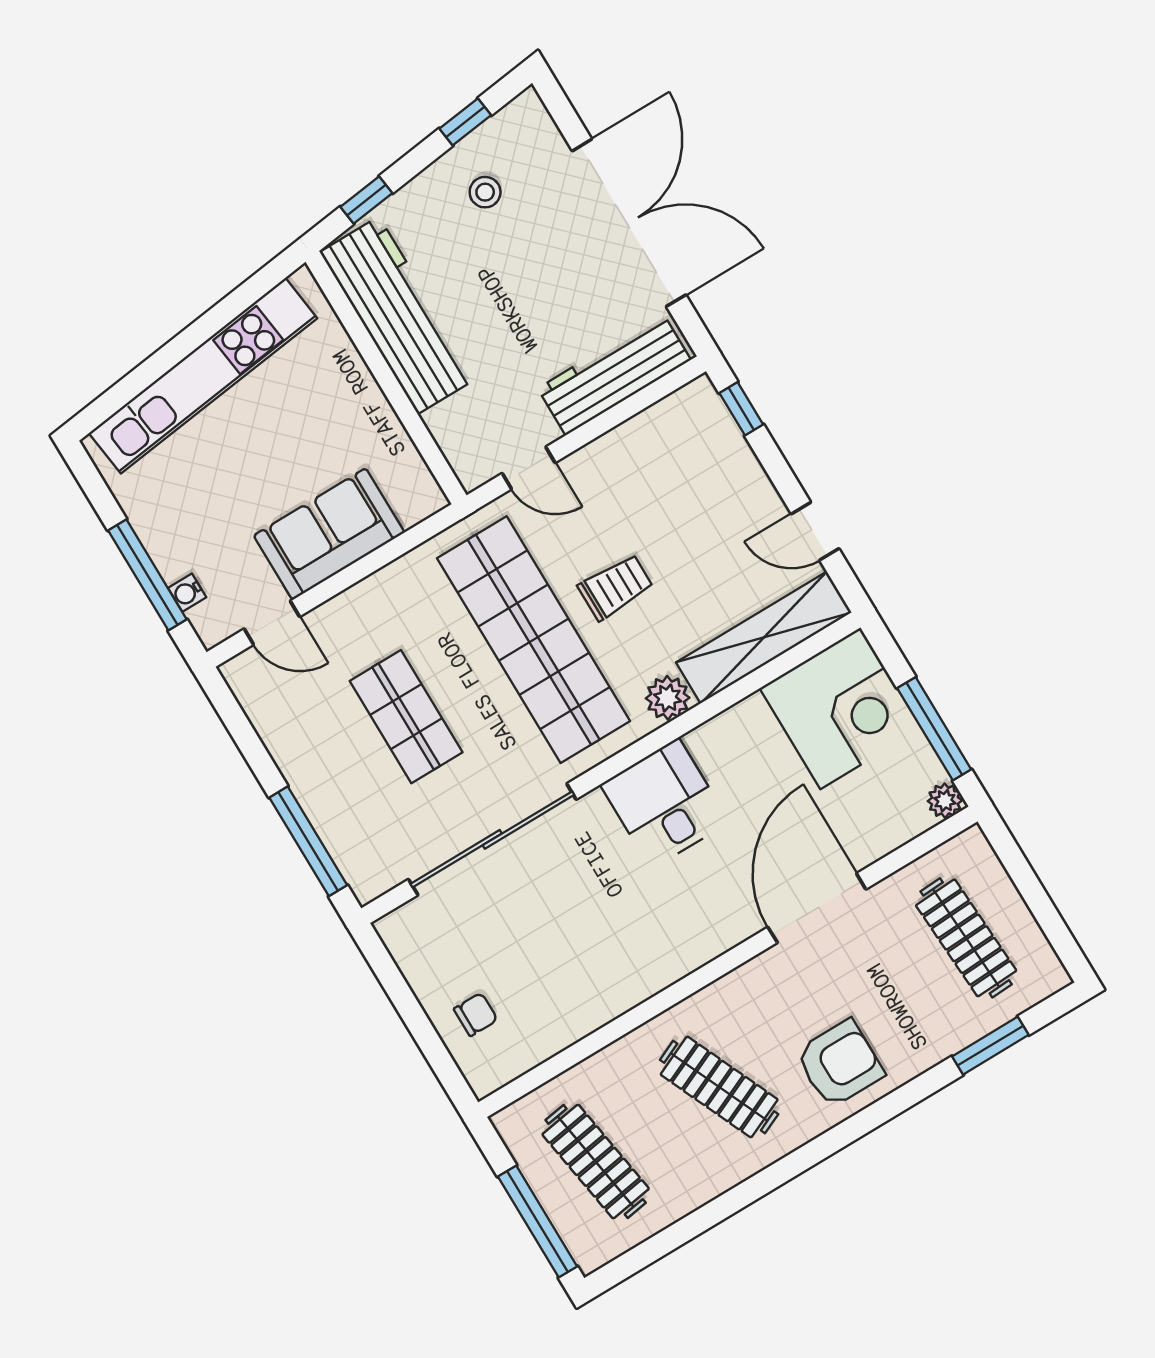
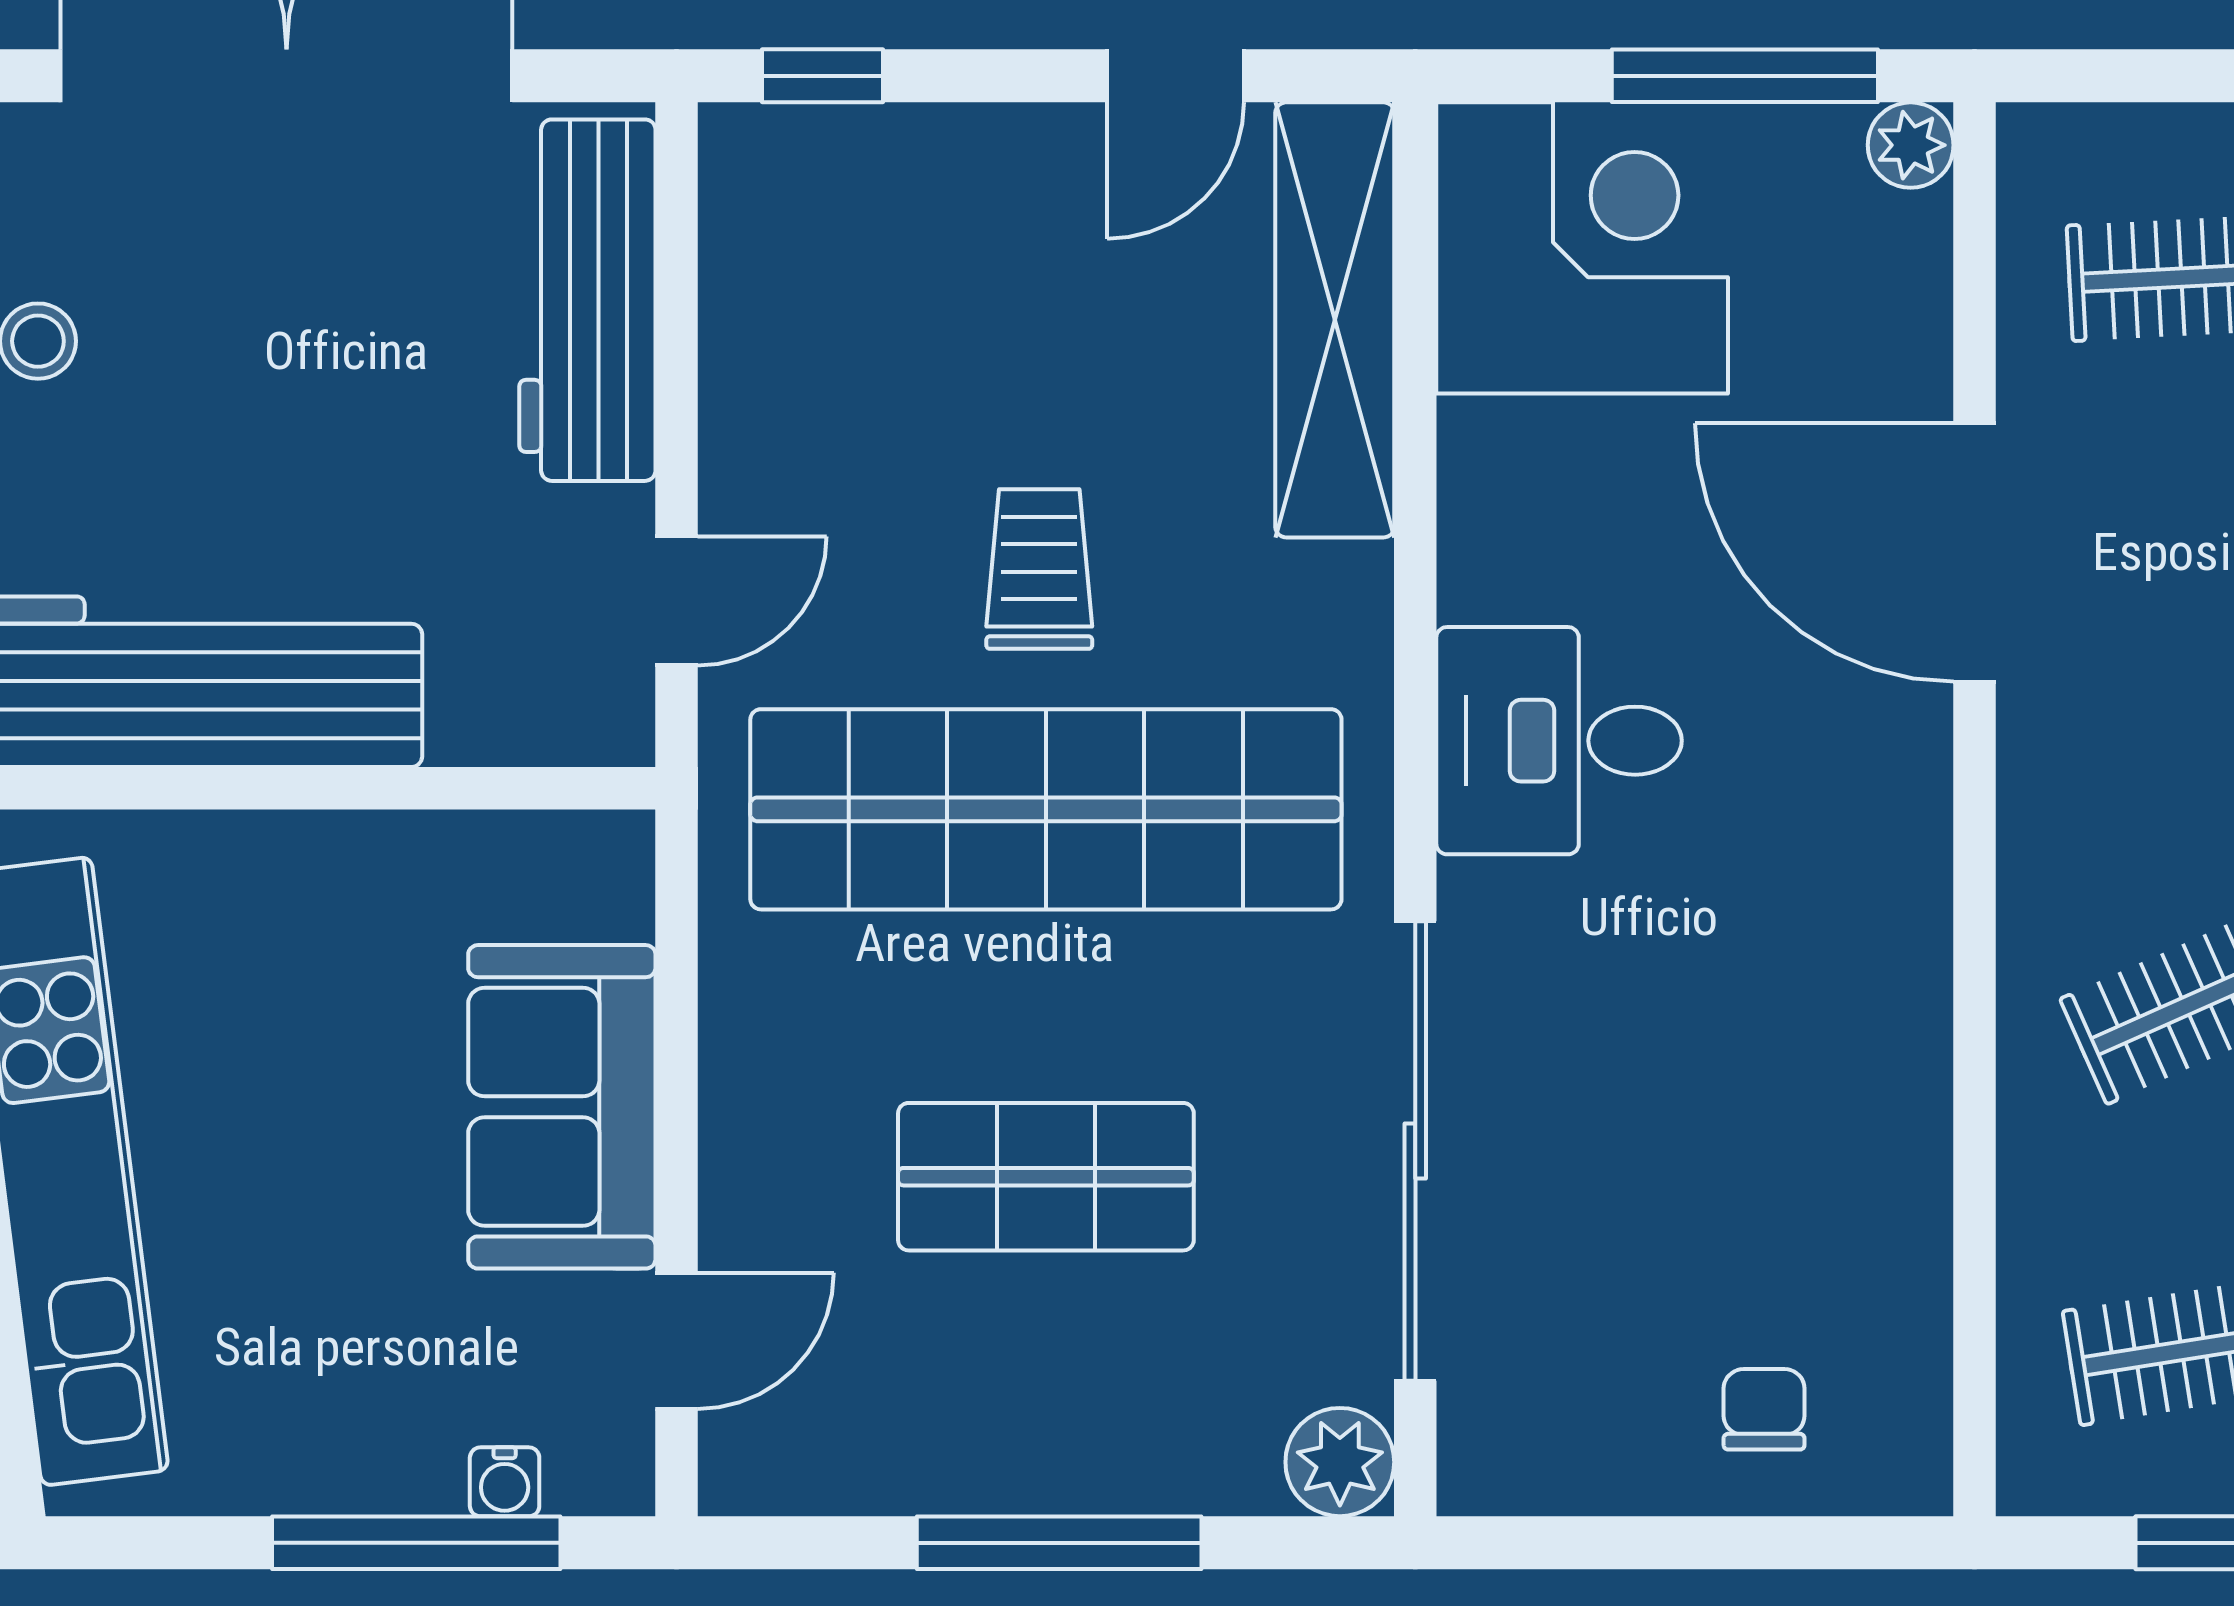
plant: (668, 698) -> (1340, 1462), moved
window: (308, 841) -> (1059, 1543), moved

